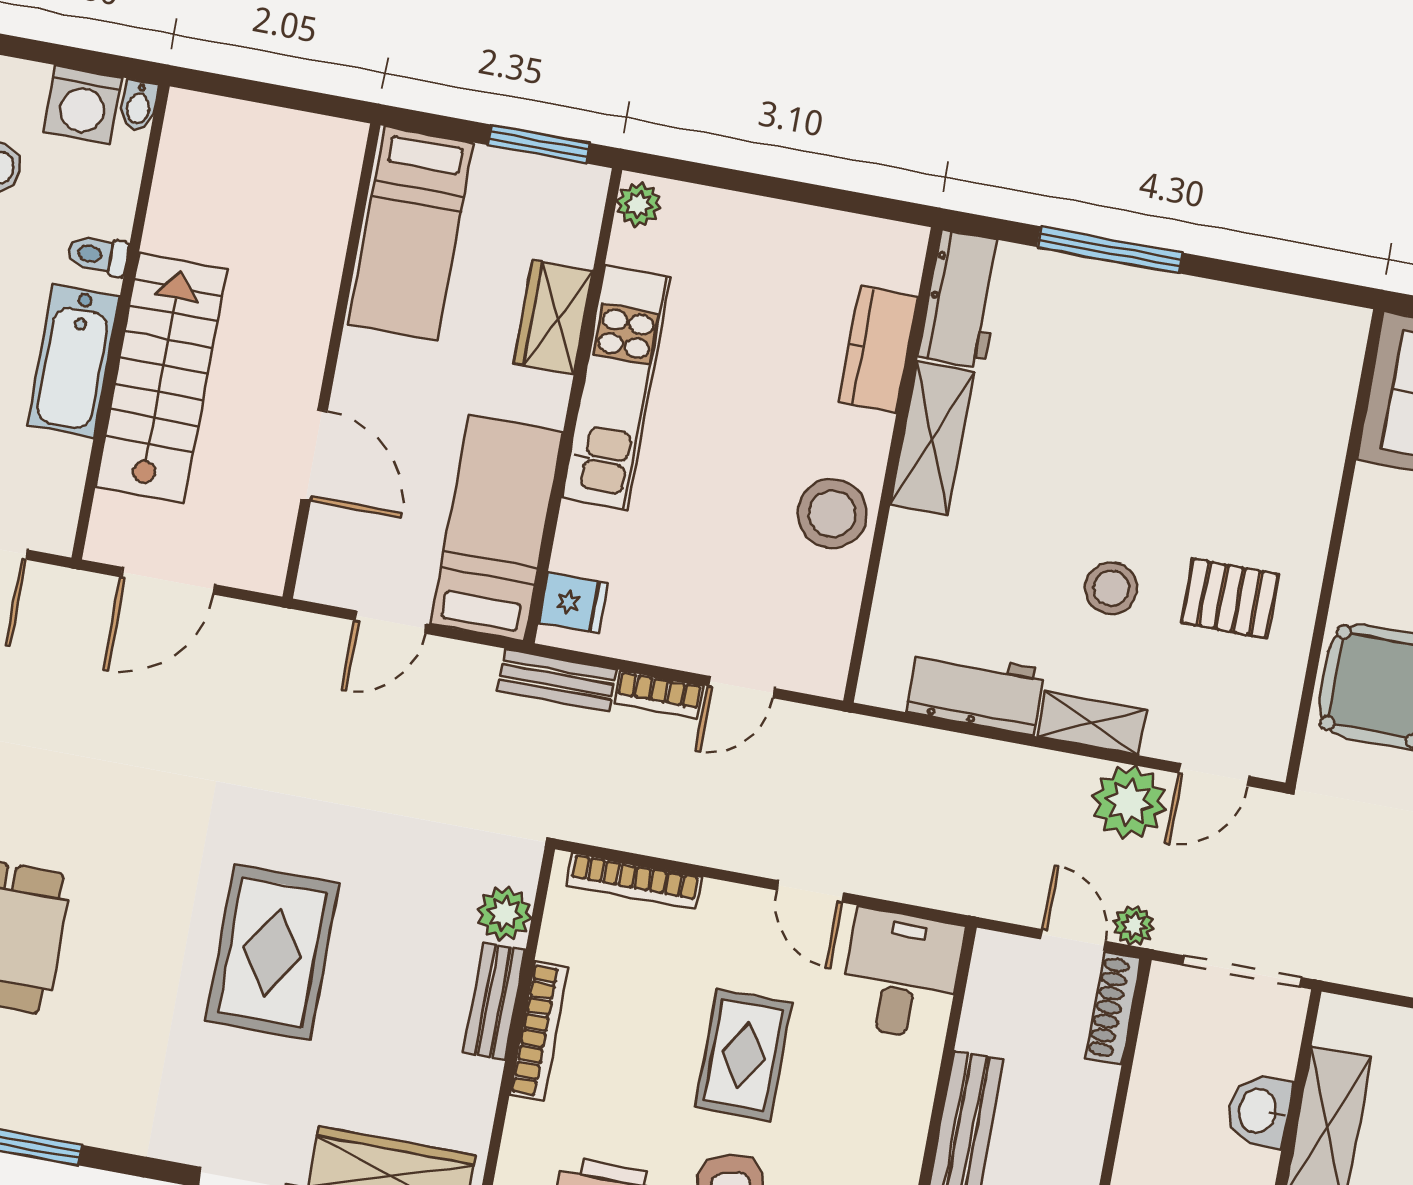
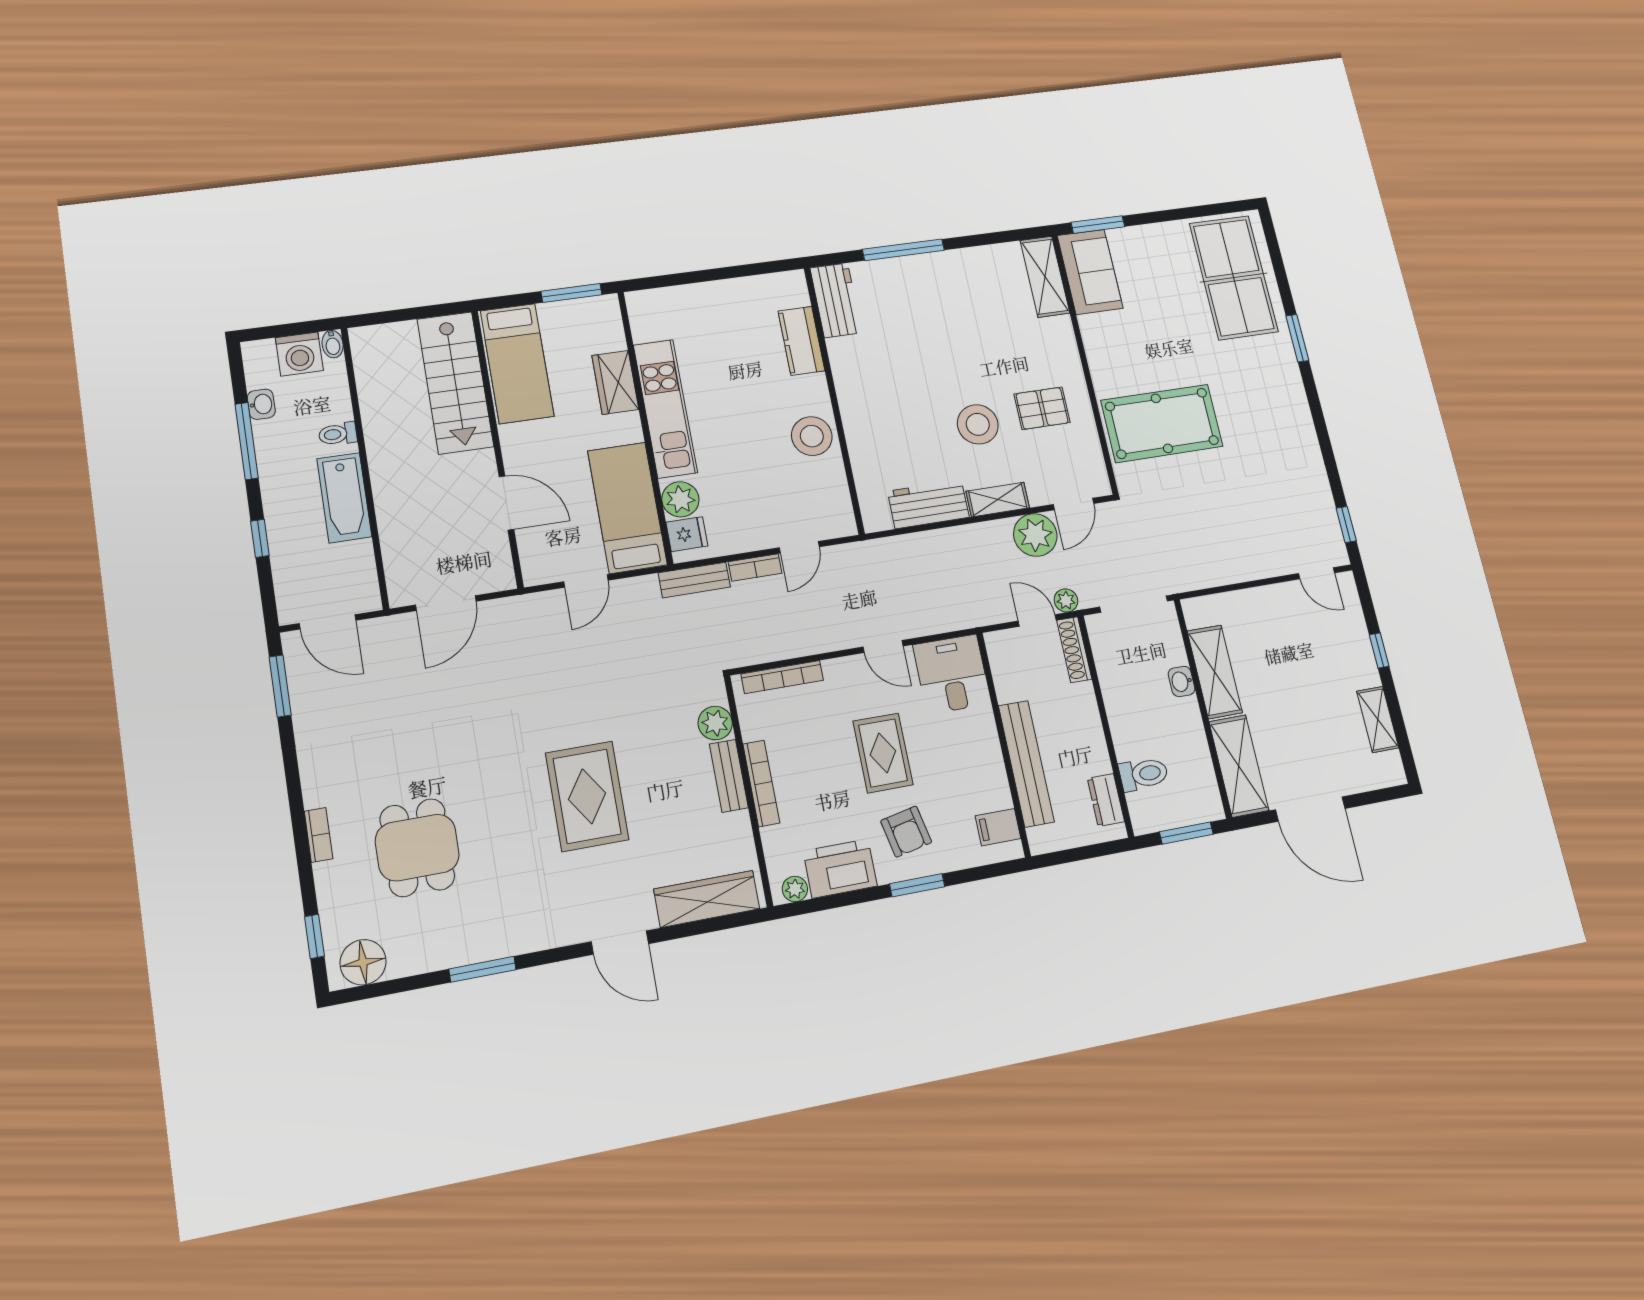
plant: (639, 204) -> (680, 499), moved, width x1.38, depth x1.38
stairs: (161, 378) -> (455, 383), moved, turned 180
shelving: (932, 439) -> (1045, 277), moved
stool: (1111, 588) -> (978, 424), width x1.38, depth x1.38
washbasin: (1259, 1111) -> (1182, 681), width x0.72, depth x0.69

